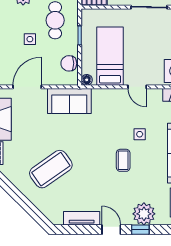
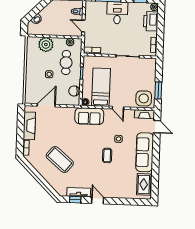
sofa: (69, 101) -> (89, 116), moved
coffee table: (51, 169) -> (60, 159), turned 75
plant: (144, 214) -> (119, 191), removed
window: (140, 230) -> (75, 200), moved

